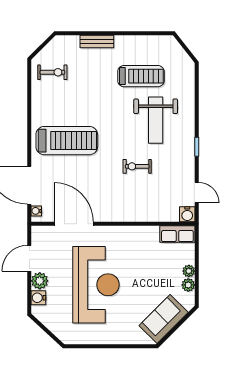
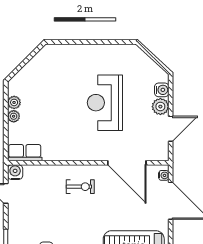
exercise bike: (137, 166) -> (80, 187), moved
reception desk: (96, 285) -> (105, 103), width x0.74, depth x0.77
sofa: (164, 319) -> (38, 69), removed

